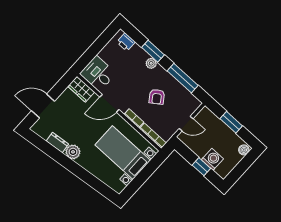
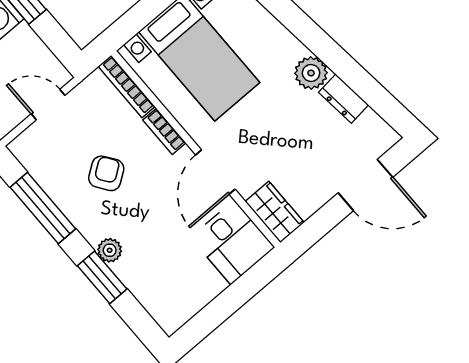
printer: (126, 42) -> (160, 306), removed
door: (109, 103) -> (215, 172), swing flipped

